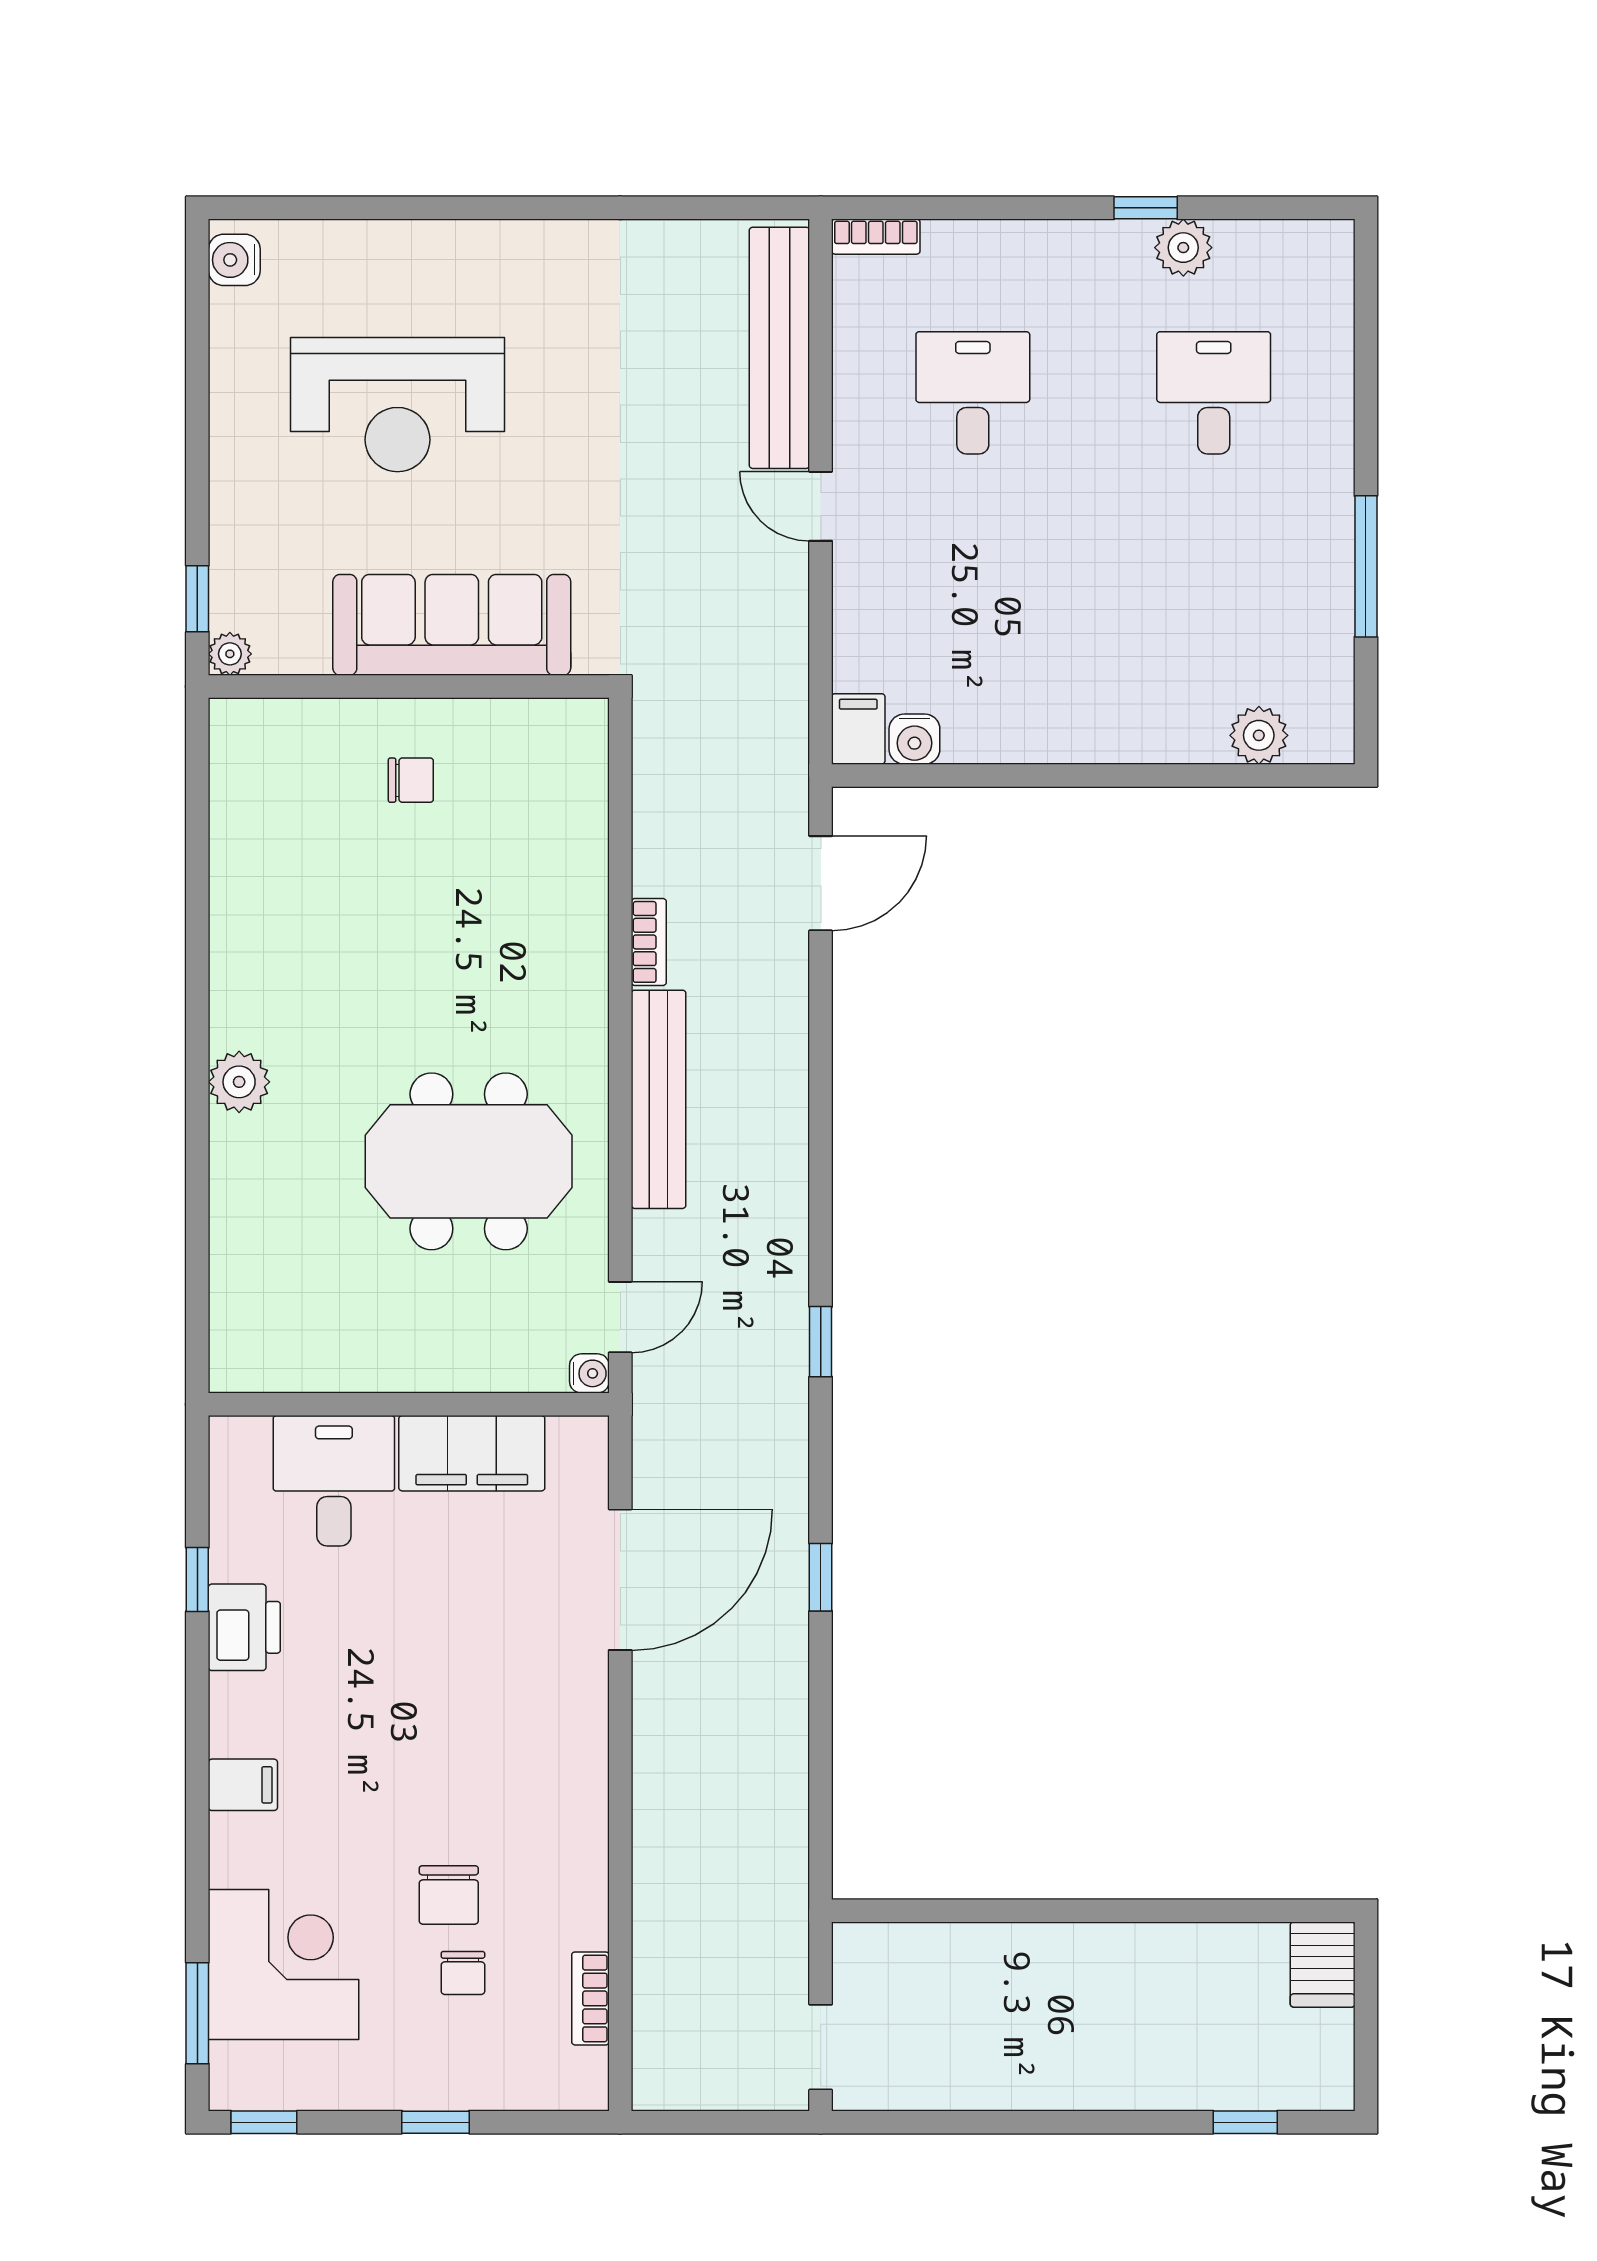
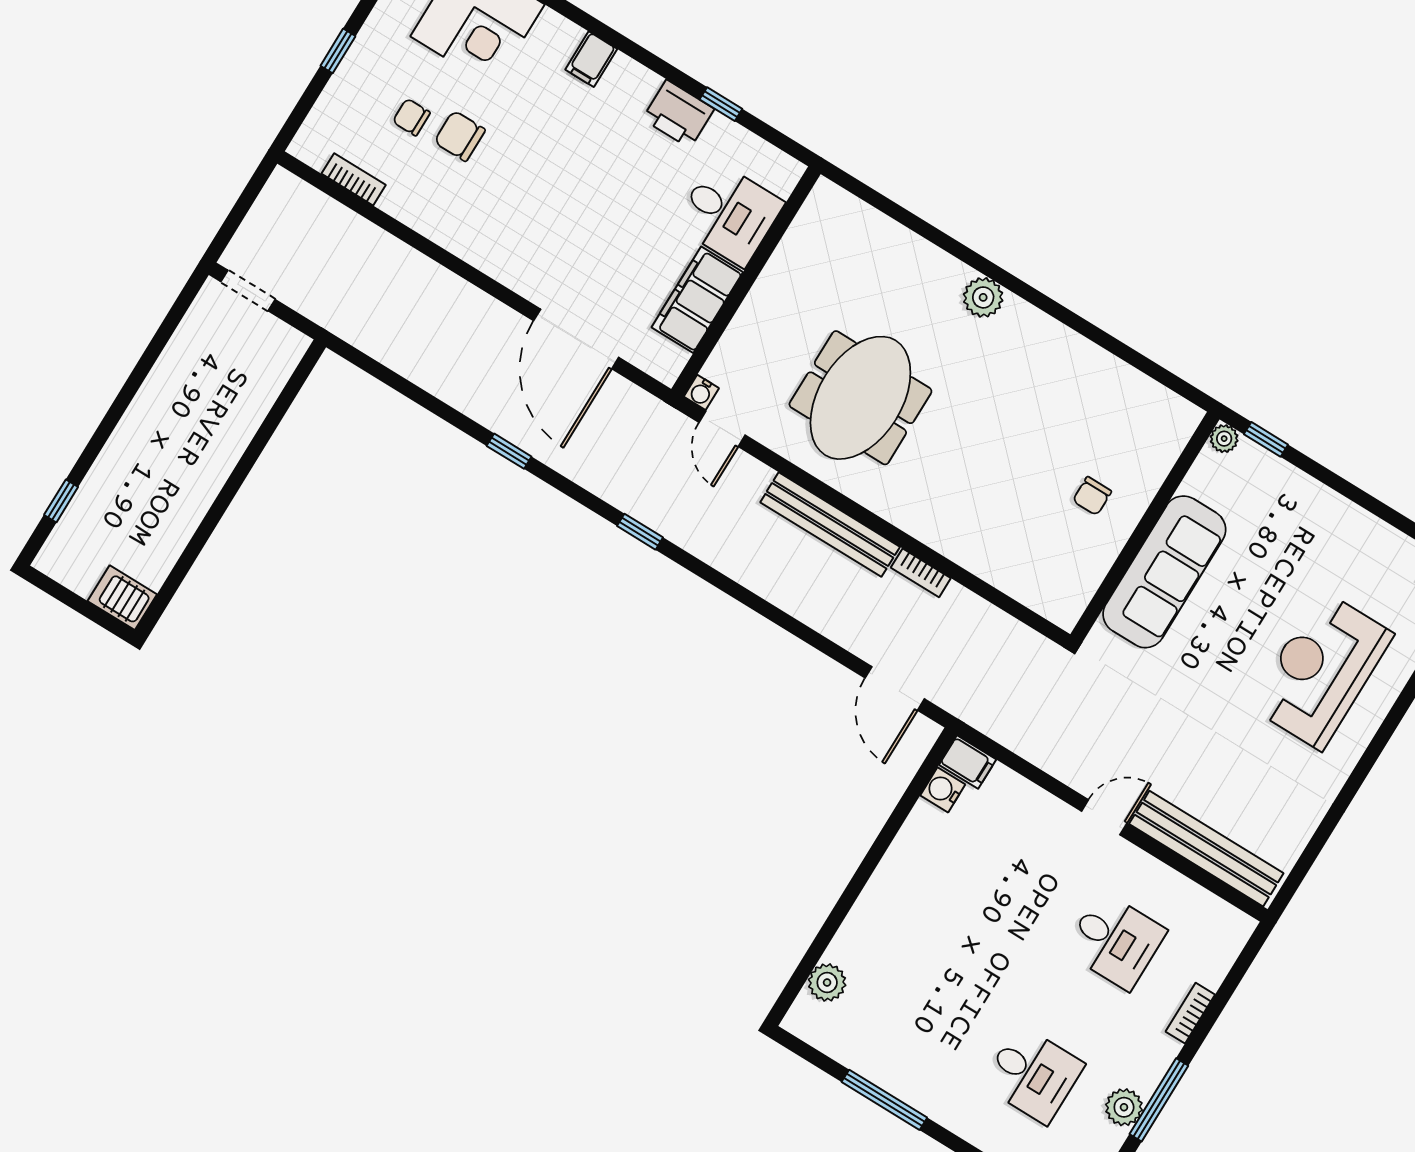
window: (1146, 208) -> (1159, 1100), width x2.17
bookcase: (876, 237) -> (1190, 1013), moved
reception desk: (397, 405) -> (1321, 670), moved

